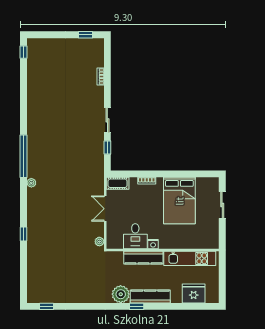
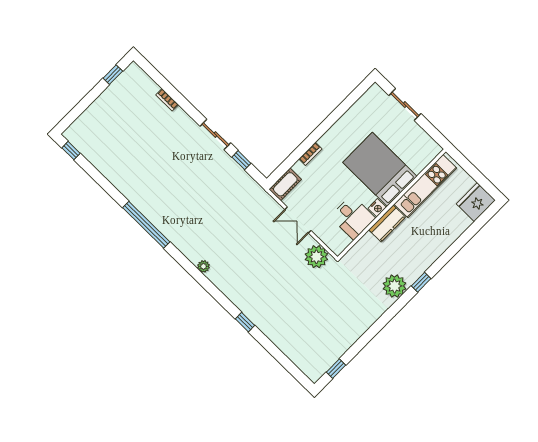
window: (23, 156) -> (146, 225), moved
bed: (179, 201) -> (380, 169), moved, turned 180
plant: (99, 242) -> (316, 257), width x1.88, depth x1.88
kitchen counter: (143, 258) -> (387, 223), width x0.67
fridge: (194, 293) -> (476, 202), moved
kitchen counter: (150, 296) -> (424, 260), removed

